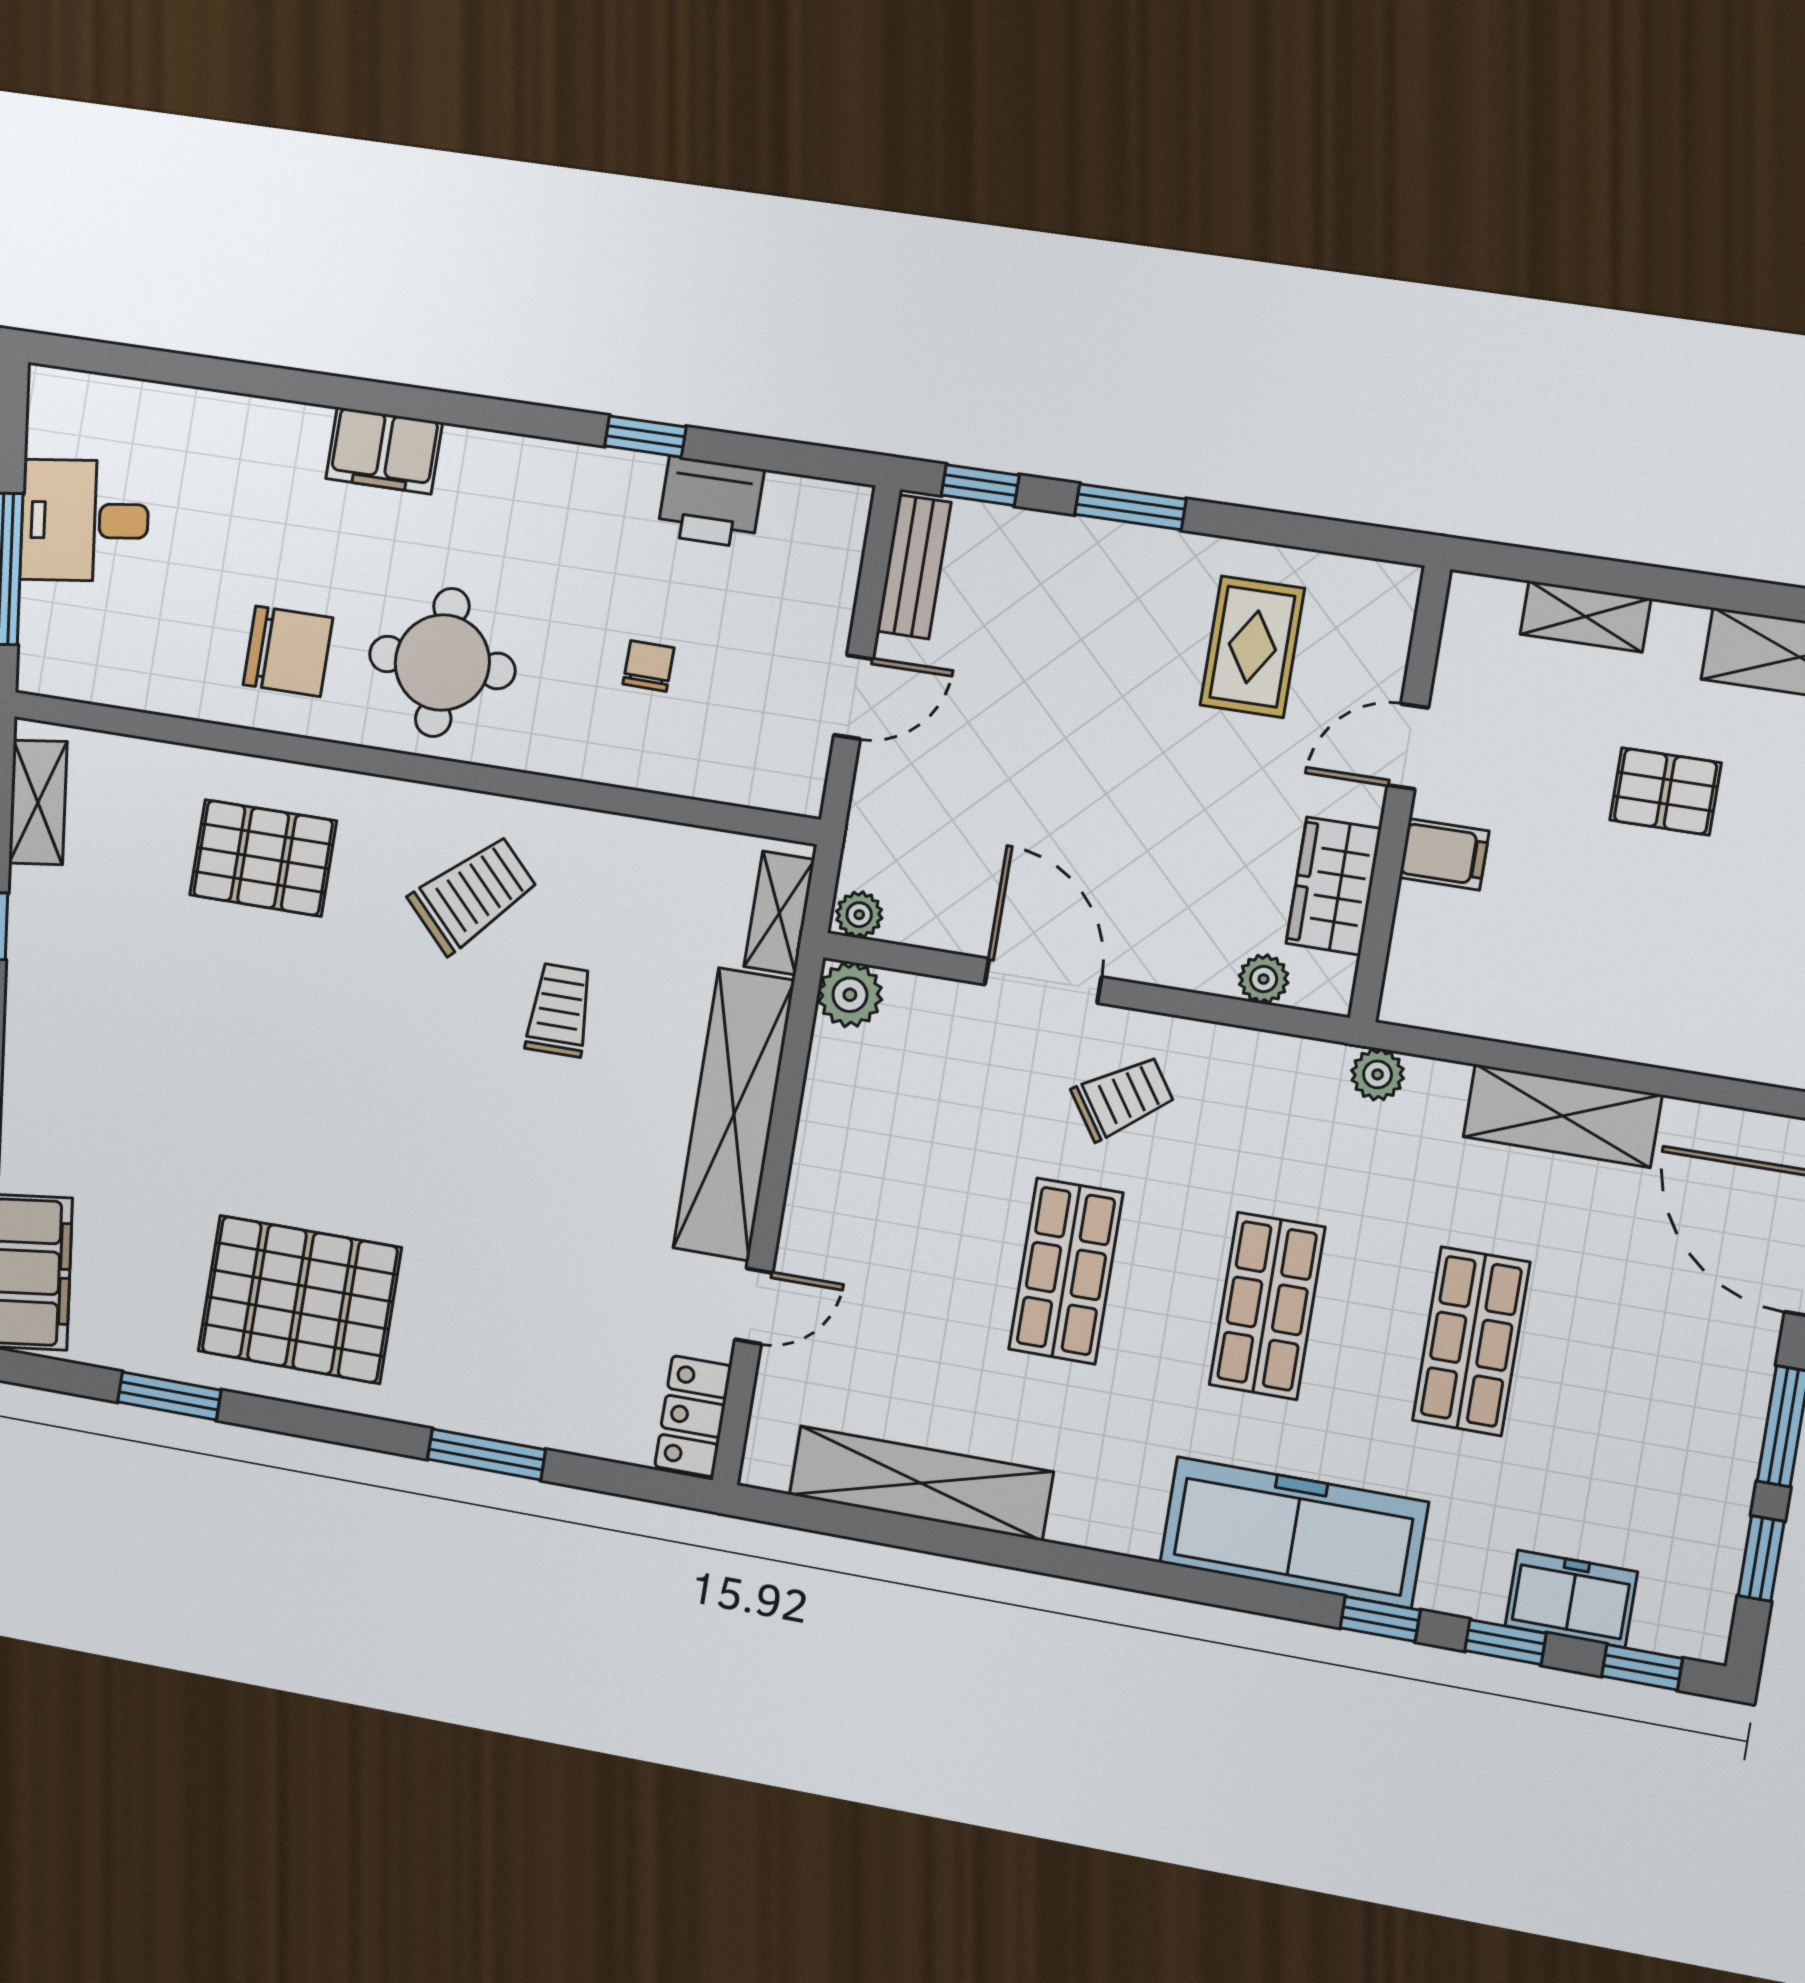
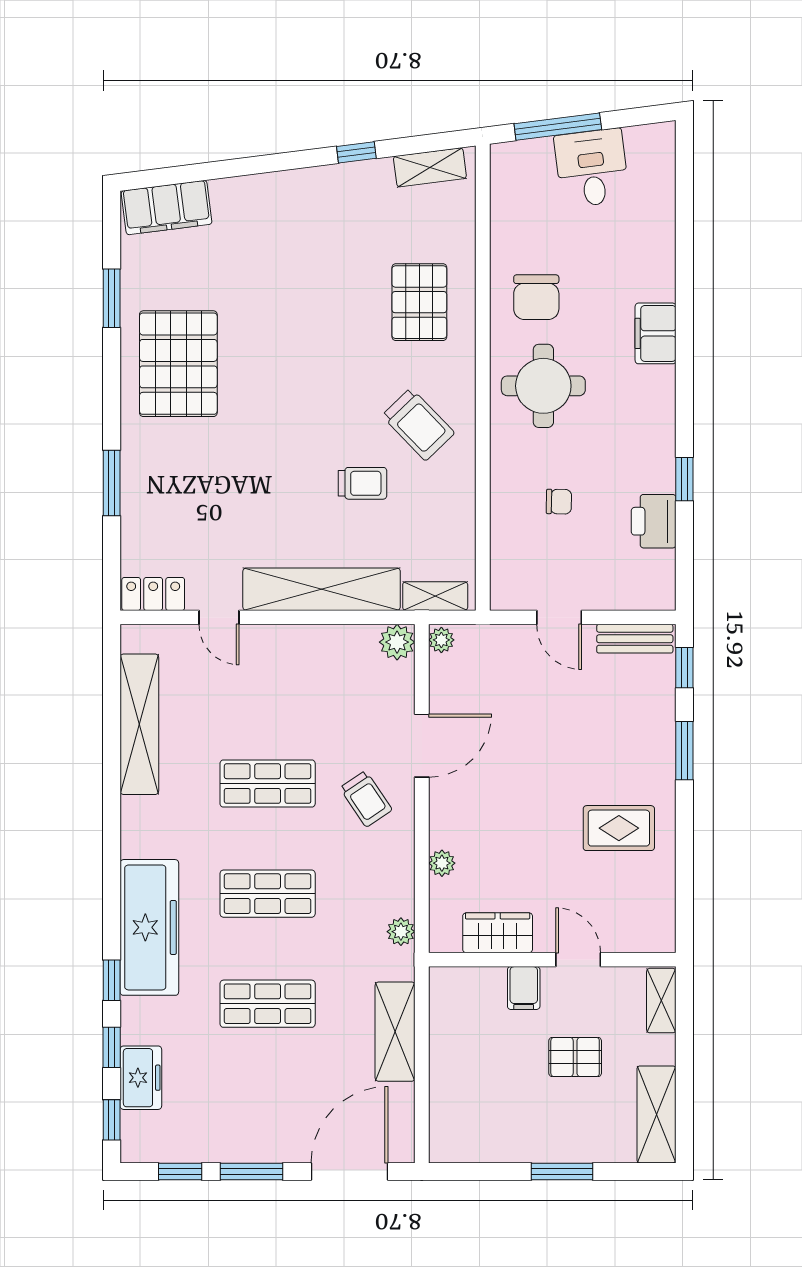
door: (1408, 747) -> (578, 960), moved
pallet: (1665, 791) -> (575, 1057), turned 90
wall: (1400, 794) -> (552, 960), moved
filing cabinet: (1444, 854) -> (524, 988), moved
wardrobe: (1334, 886) -> (498, 933), moved

